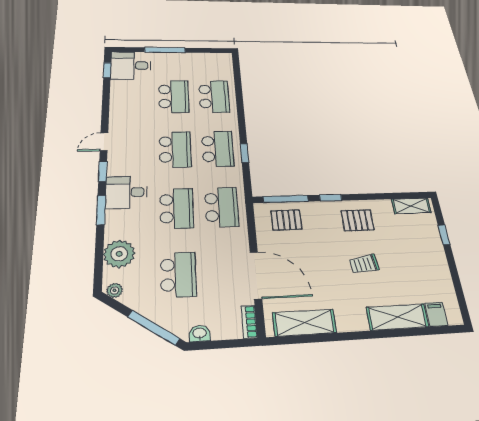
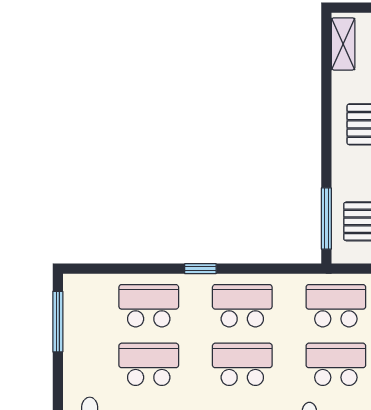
window: (165, 50) -> (58, 322), moved
window: (244, 153) -> (200, 269), moved
window: (331, 198) -> (326, 156), removed

